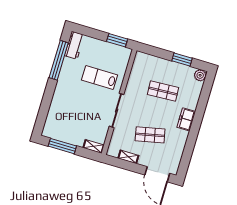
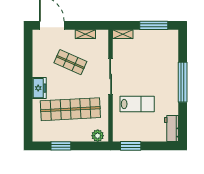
window: (59, 60) -> (183, 82), moved
plant: (200, 75) -> (98, 136), moved
shop shelf: (163, 91) -> (70, 109), width x2.00, depth x1.36
shop shelf: (150, 135) -> (70, 62), turned 36

